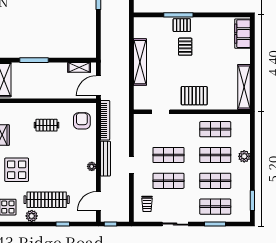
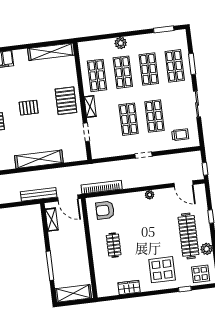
pallet: (185, 47) -> (29, 108), moved
shelving: (186, 119) -> (90, 107), added
bench: (105, 159) -> (39, 194), moved

